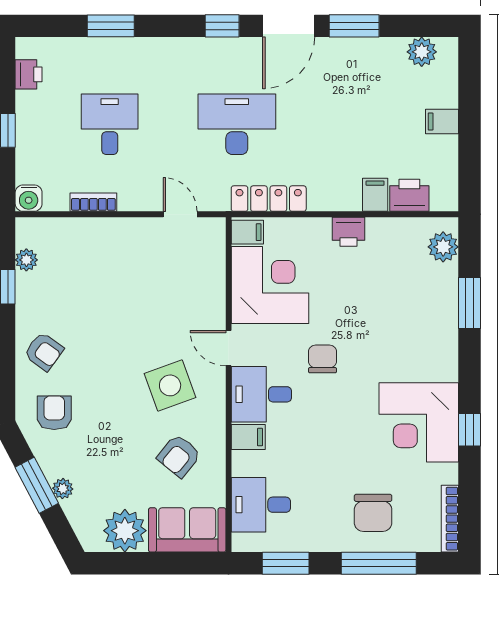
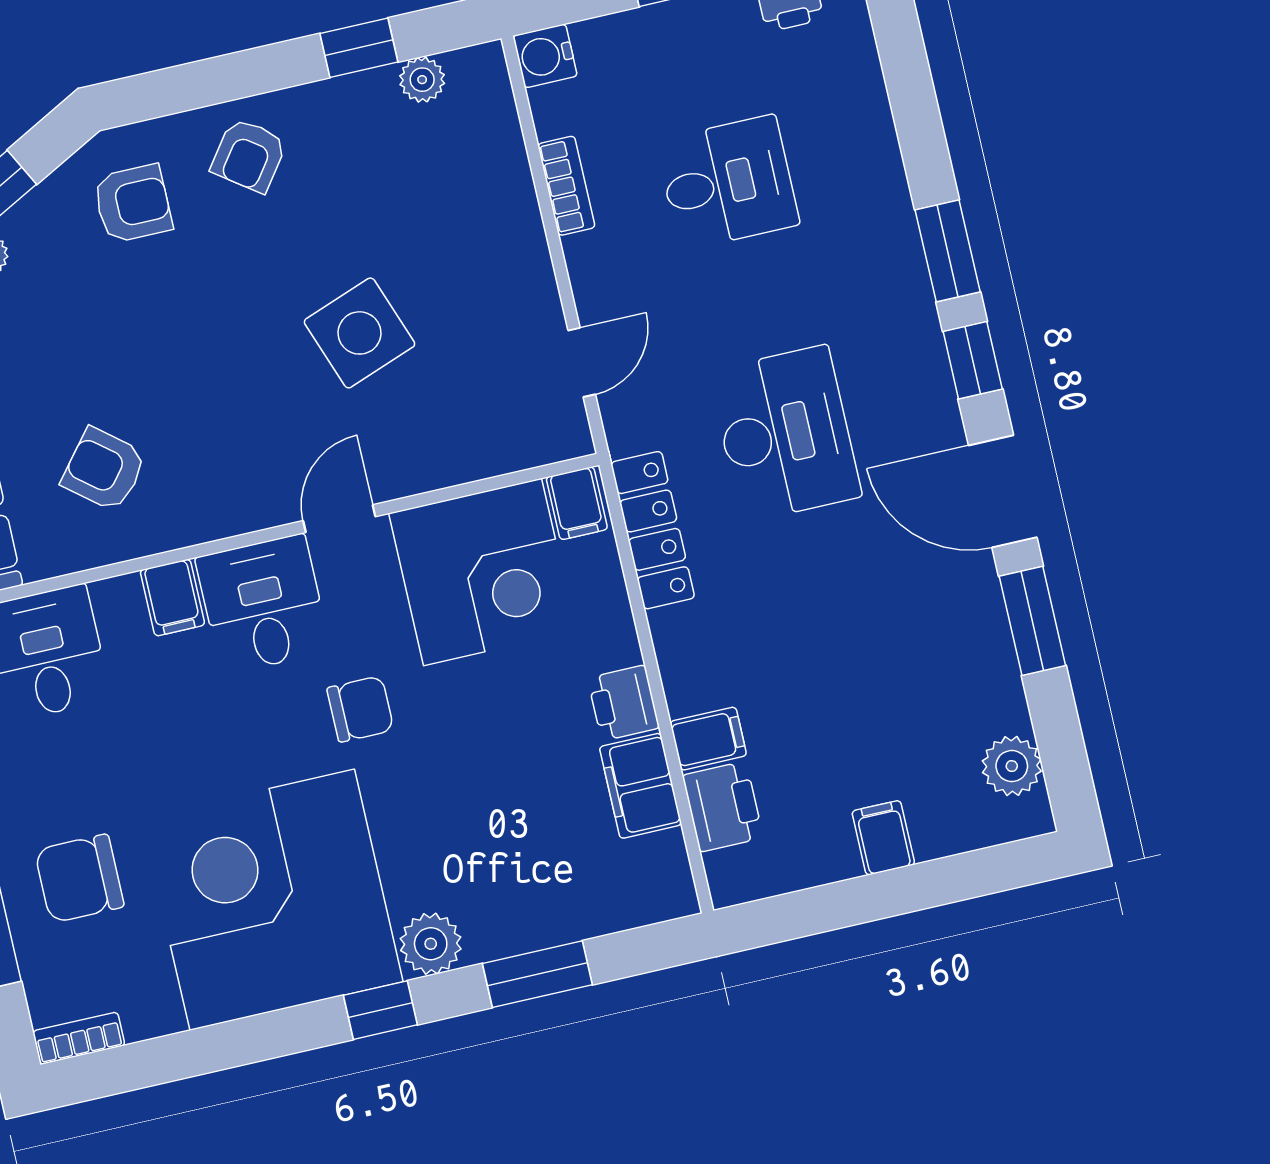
window: (111, 26) -> (948, 251), moved
filing cabinet: (390, 233) -> (640, 786), added
plant: (443, 247) -> (431, 944), moved
side table: (170, 385) -> (360, 333), moved
corner desk: (419, 422) -> (272, 900), width x1.36, depth x1.36
window: (470, 430) -> (380, 1010), moved
bookcase: (450, 519) -> (79, 1038), width x0.64

